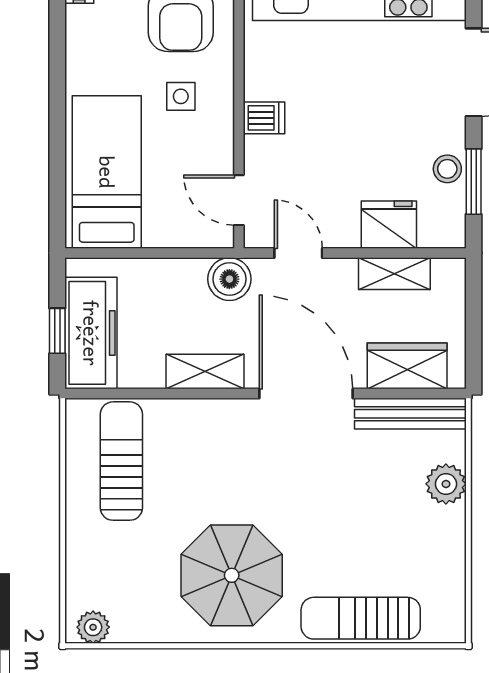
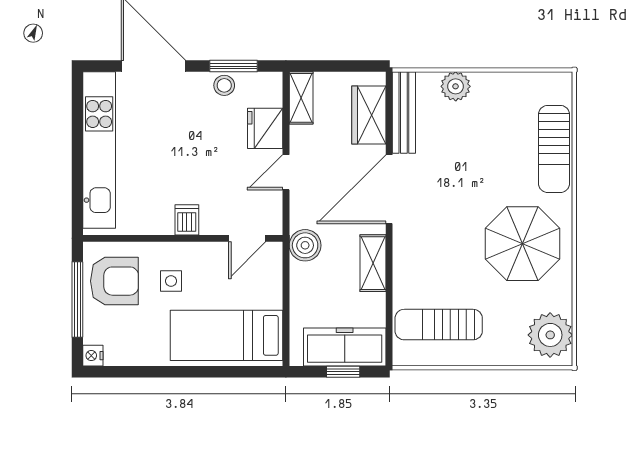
door: (298, 253) -> (286, 172), moved
shelving: (394, 274) -> (301, 98), moved
plant: (93, 627) -> (550, 335), width x1.88, depth x1.88

